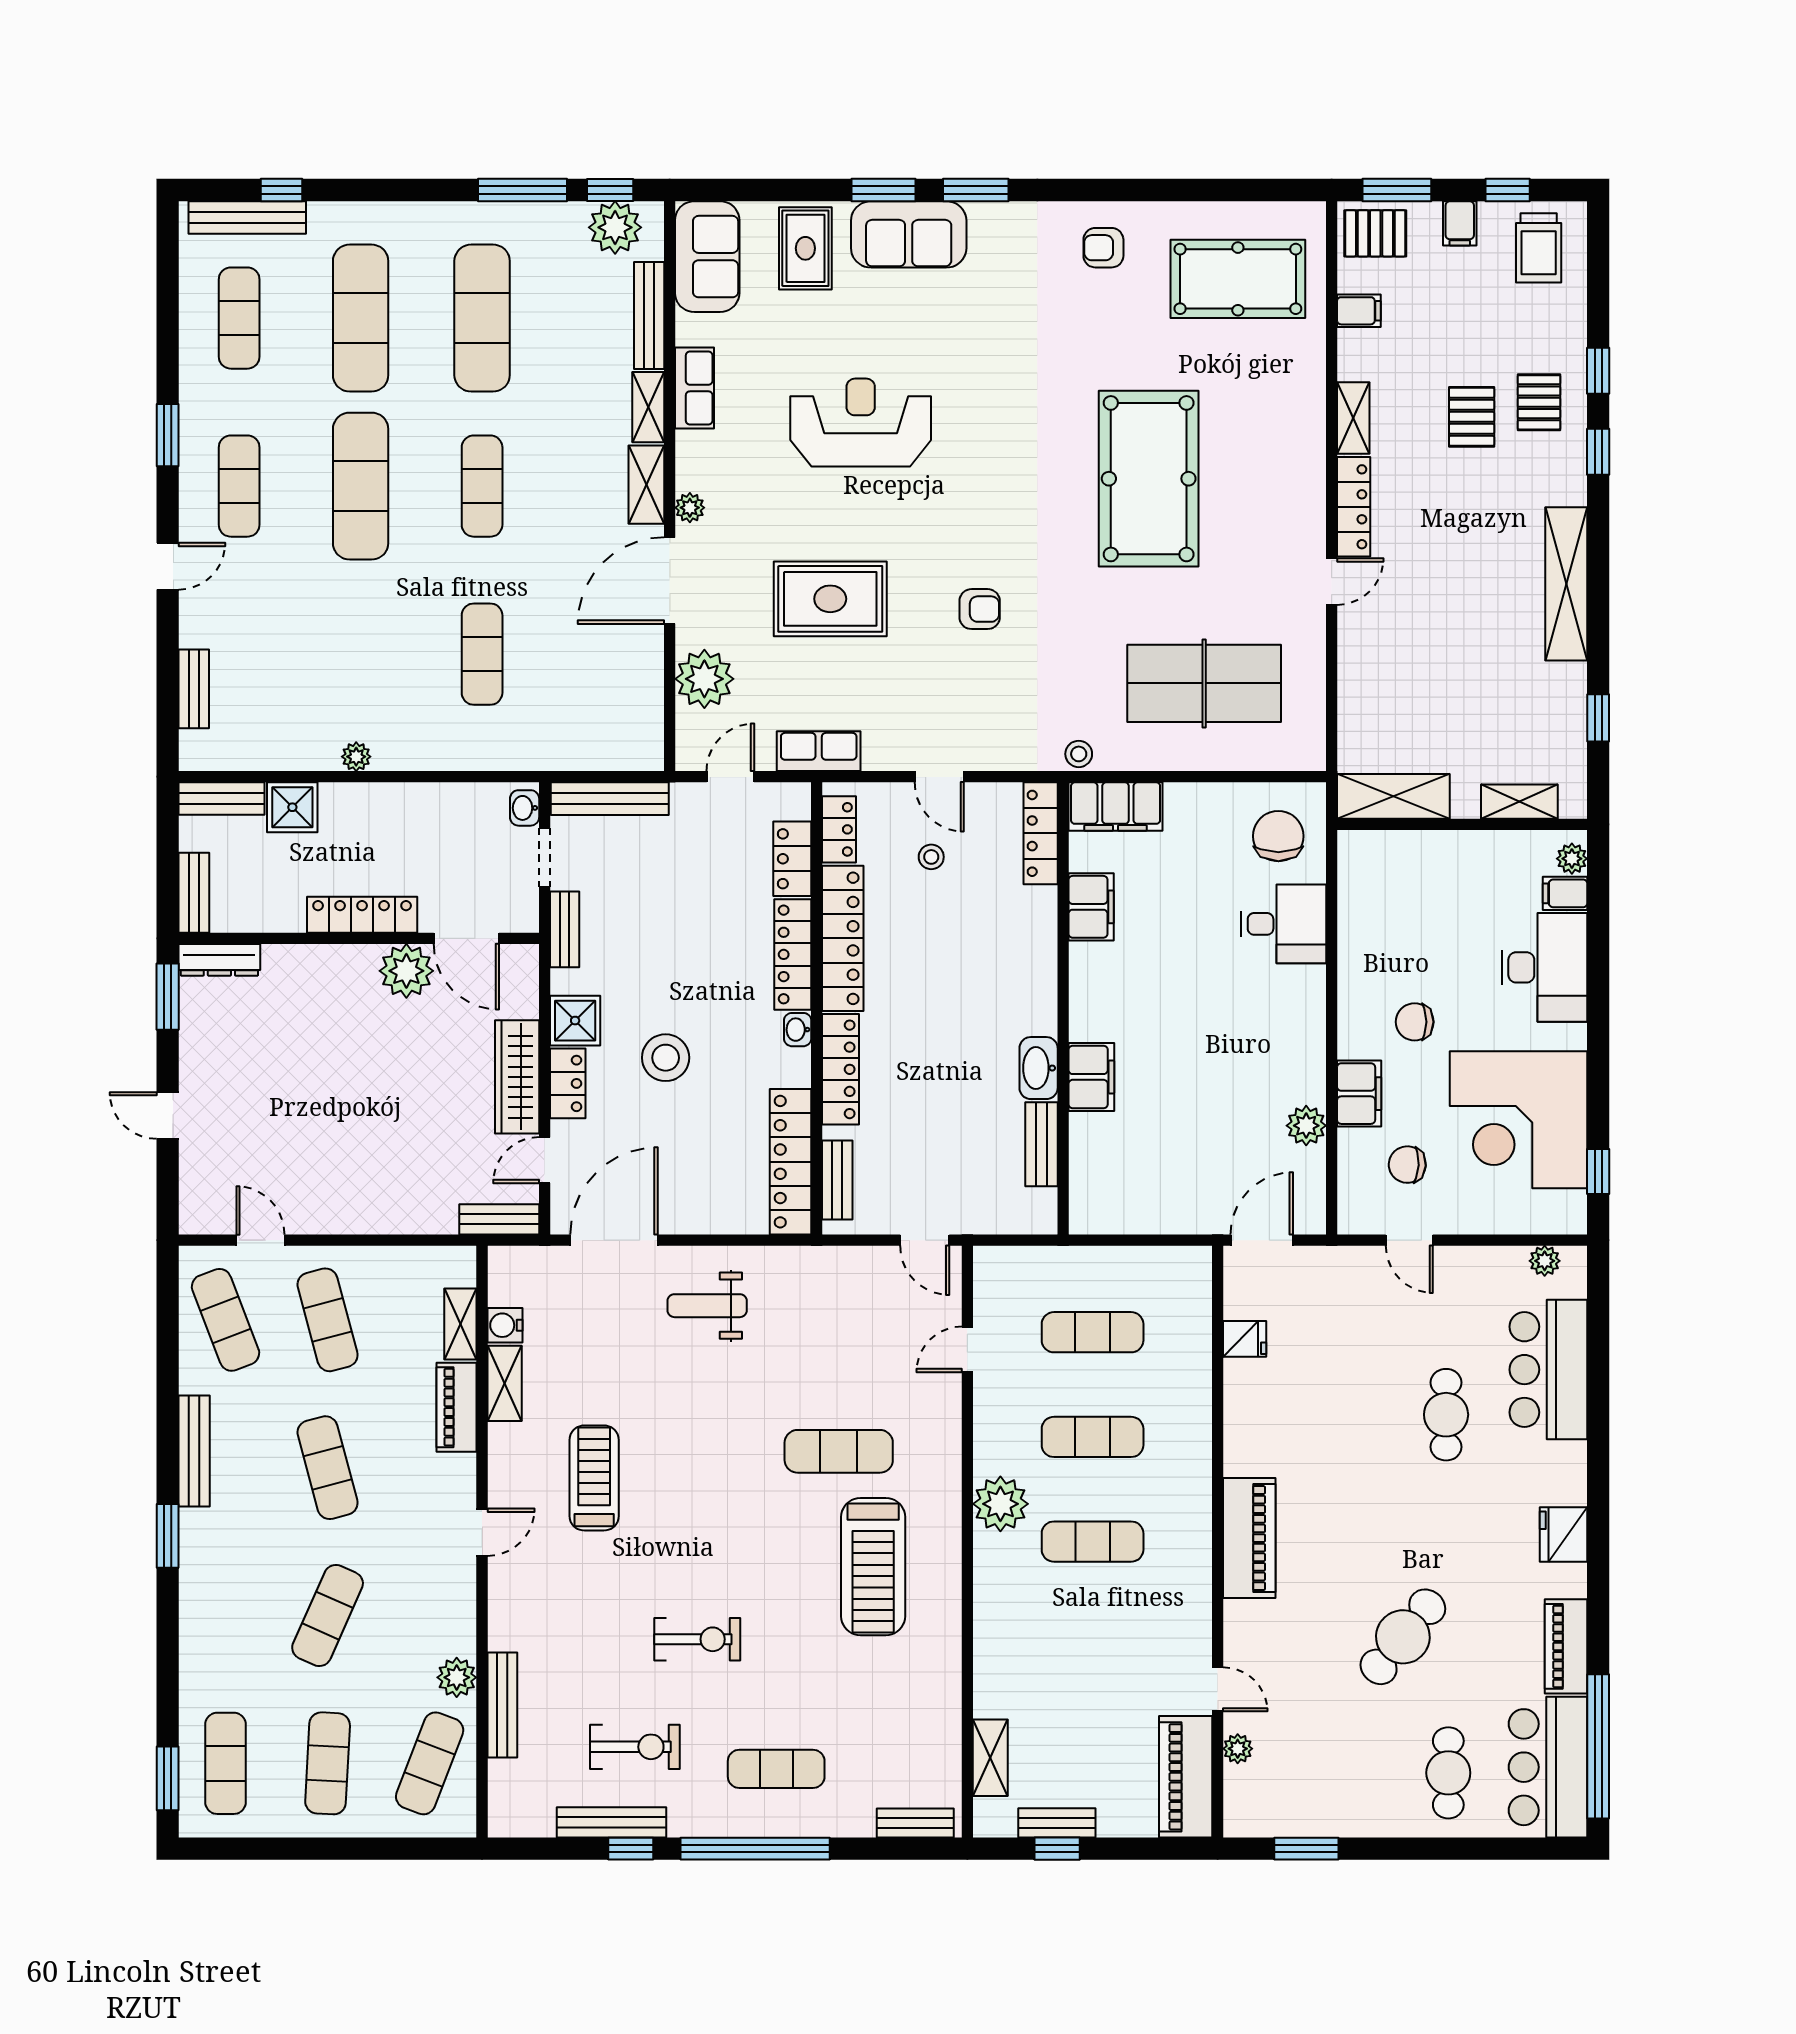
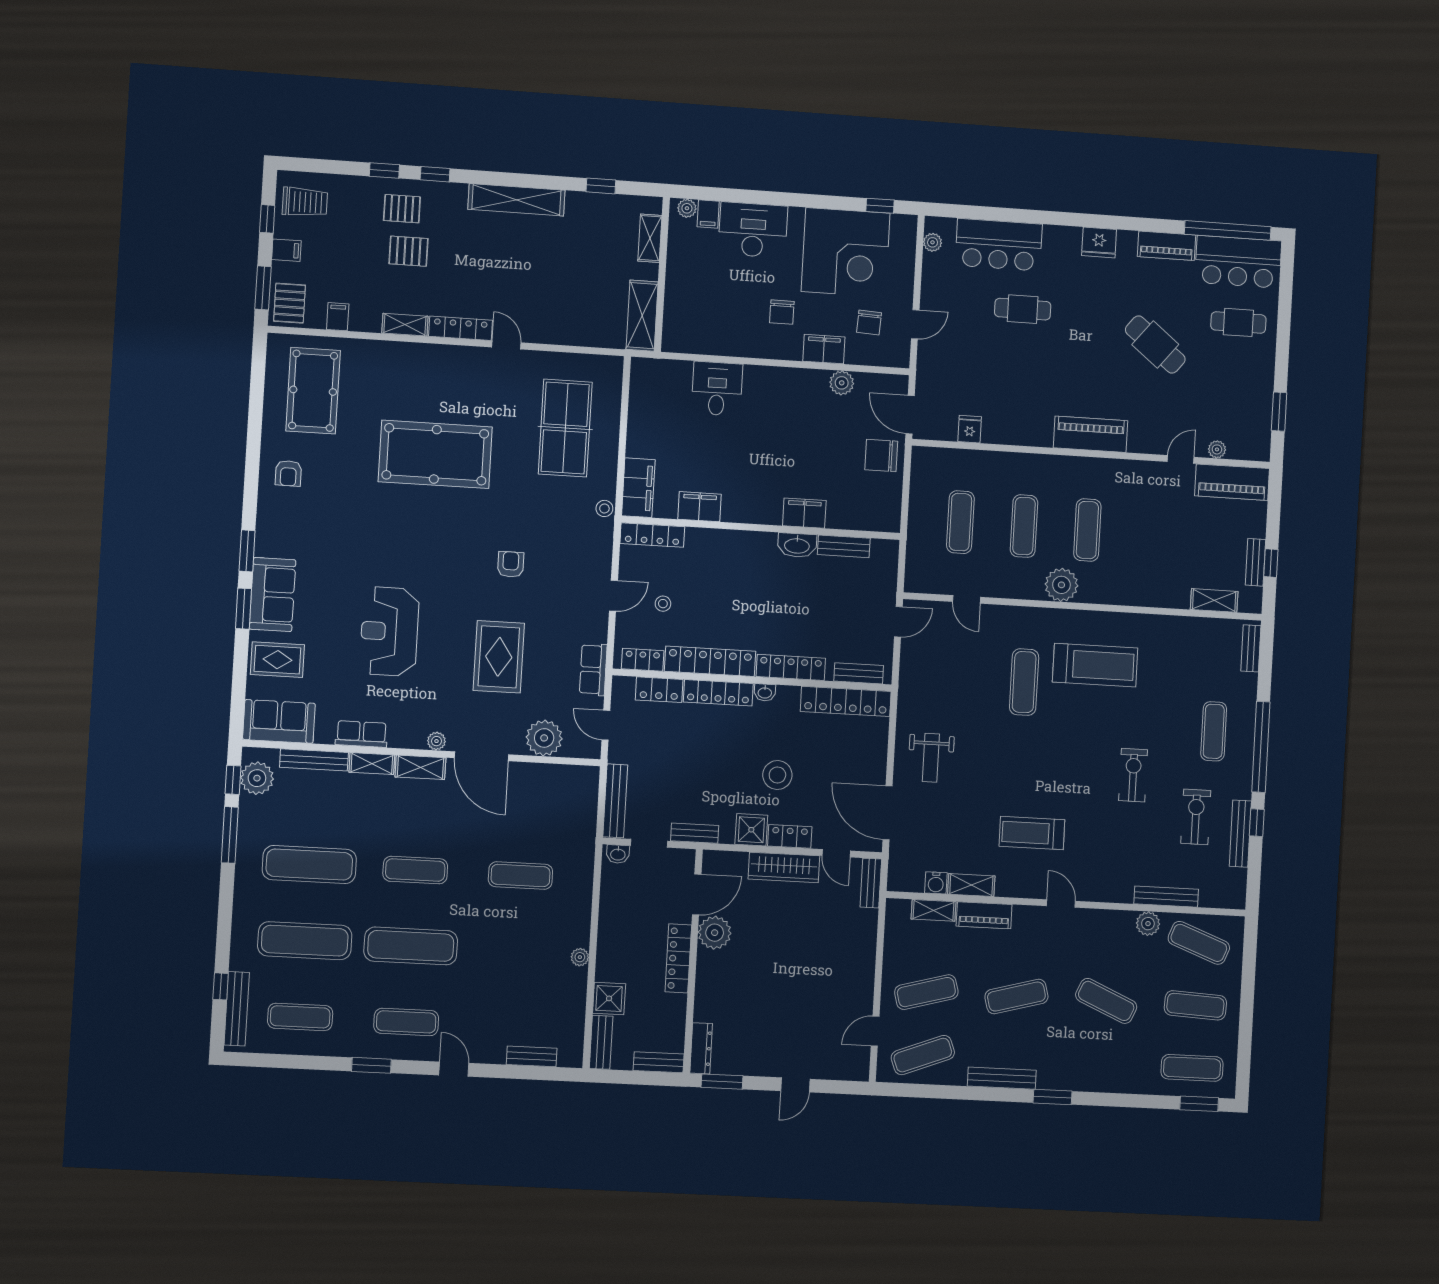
chair: (1278, 836) -> (881, 455), moved

